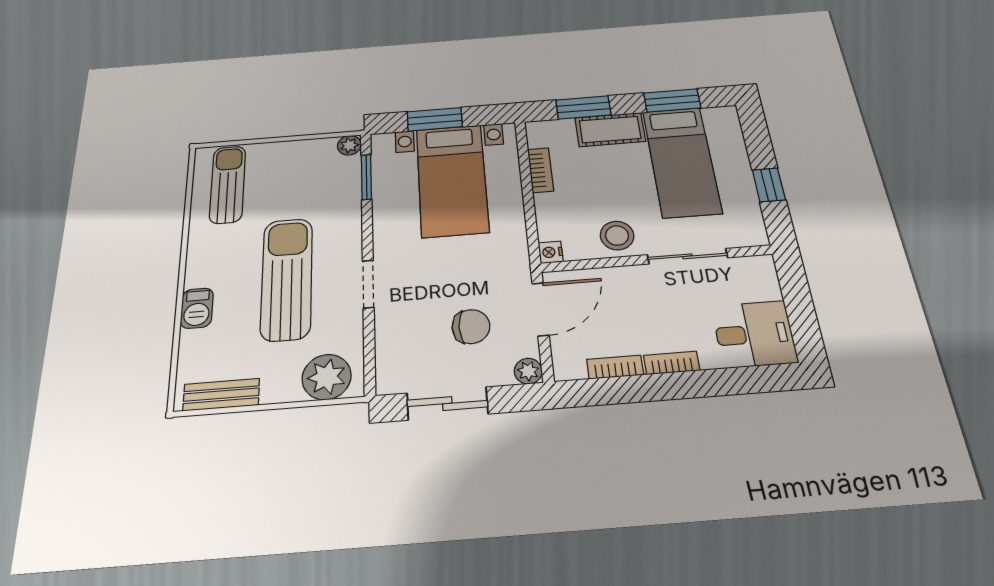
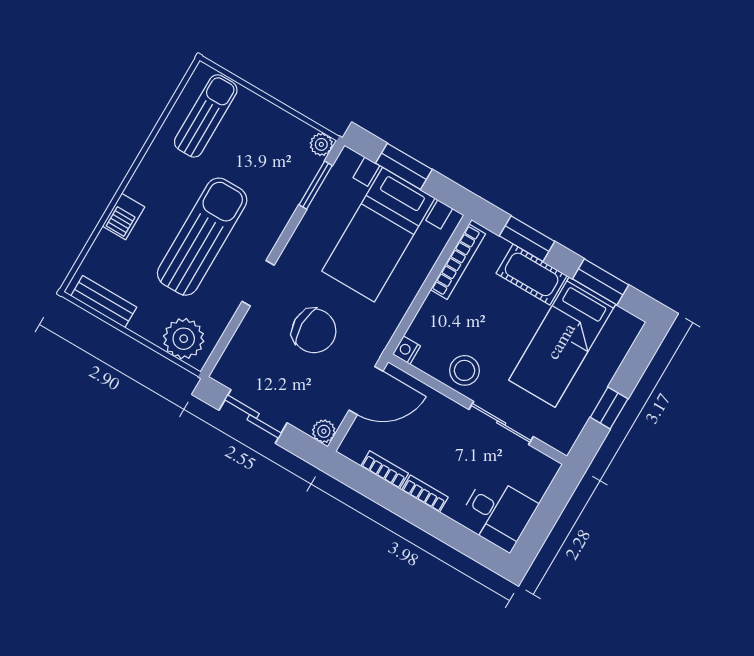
bookcase: (541, 170) -> (458, 262), width x1.56
chair: (471, 327) -> (314, 331), moved, width x1.37, depth x1.37

